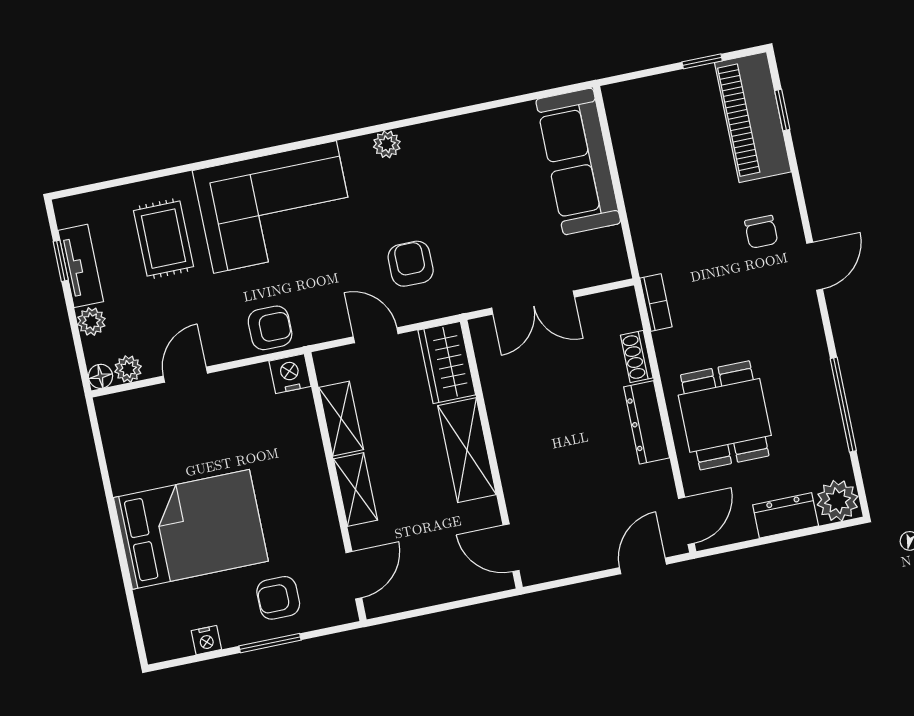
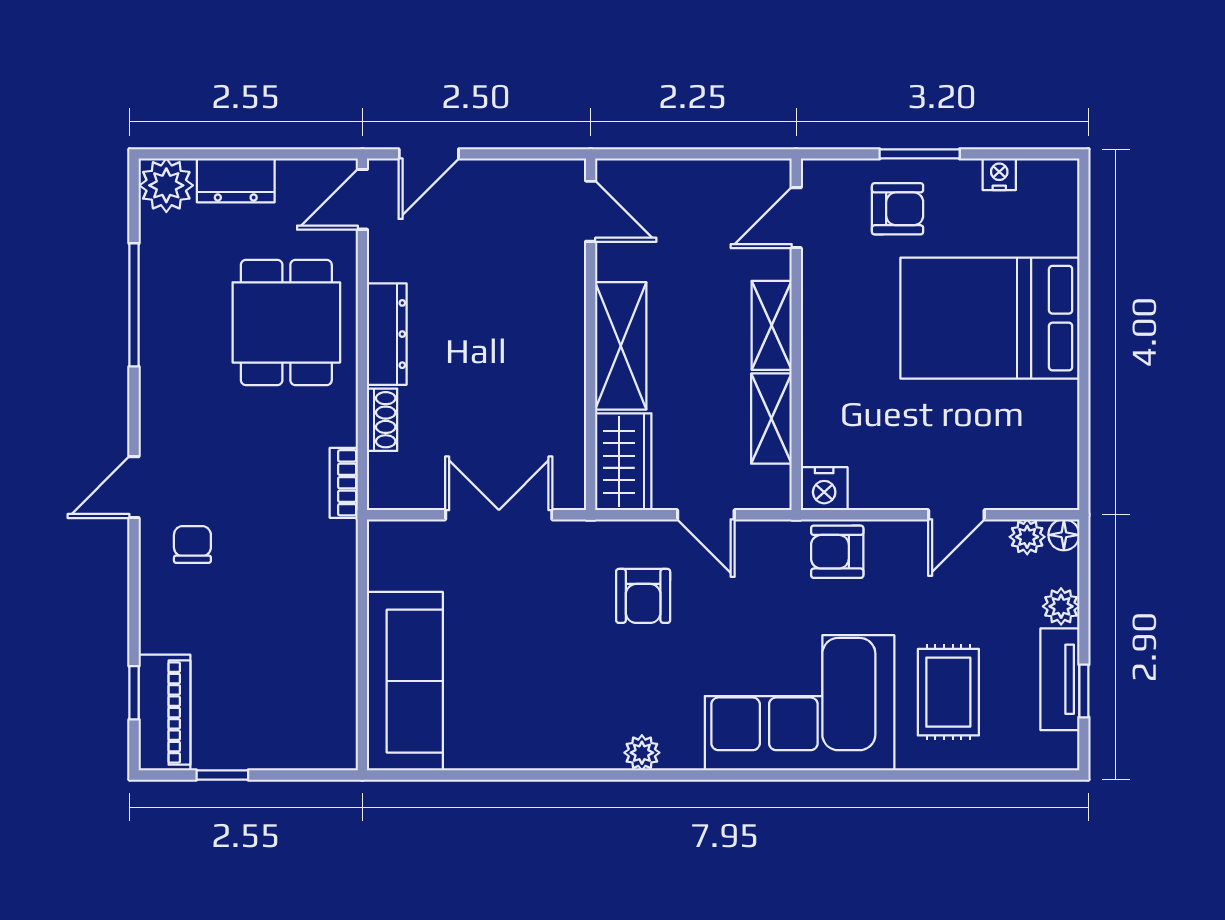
piano: (753, 117) -> (164, 713), width x0.73, depth x0.75

